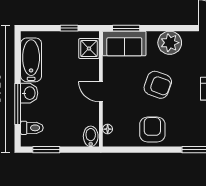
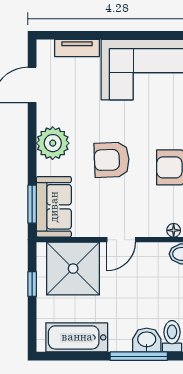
shower: (89, 49) -> (73, 269), width x1.86, depth x1.86
armchair: (158, 85) -> (112, 160), turned -112
washbasin: (29, 93) -> (147, 340), moved

